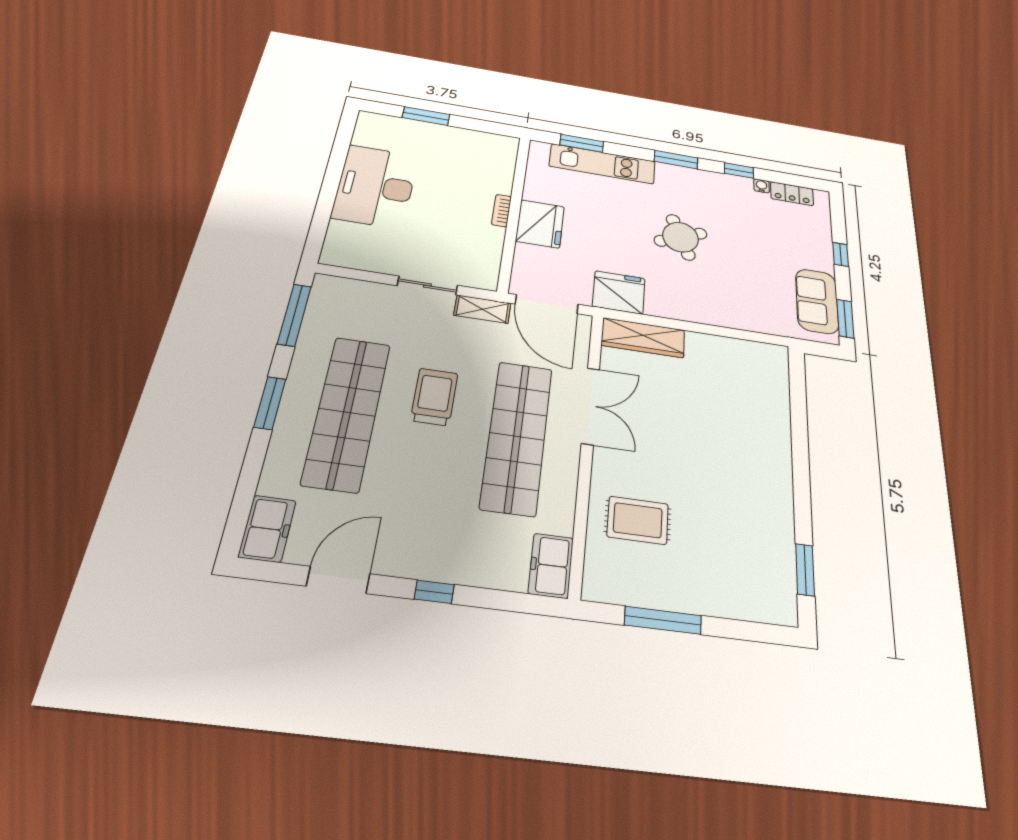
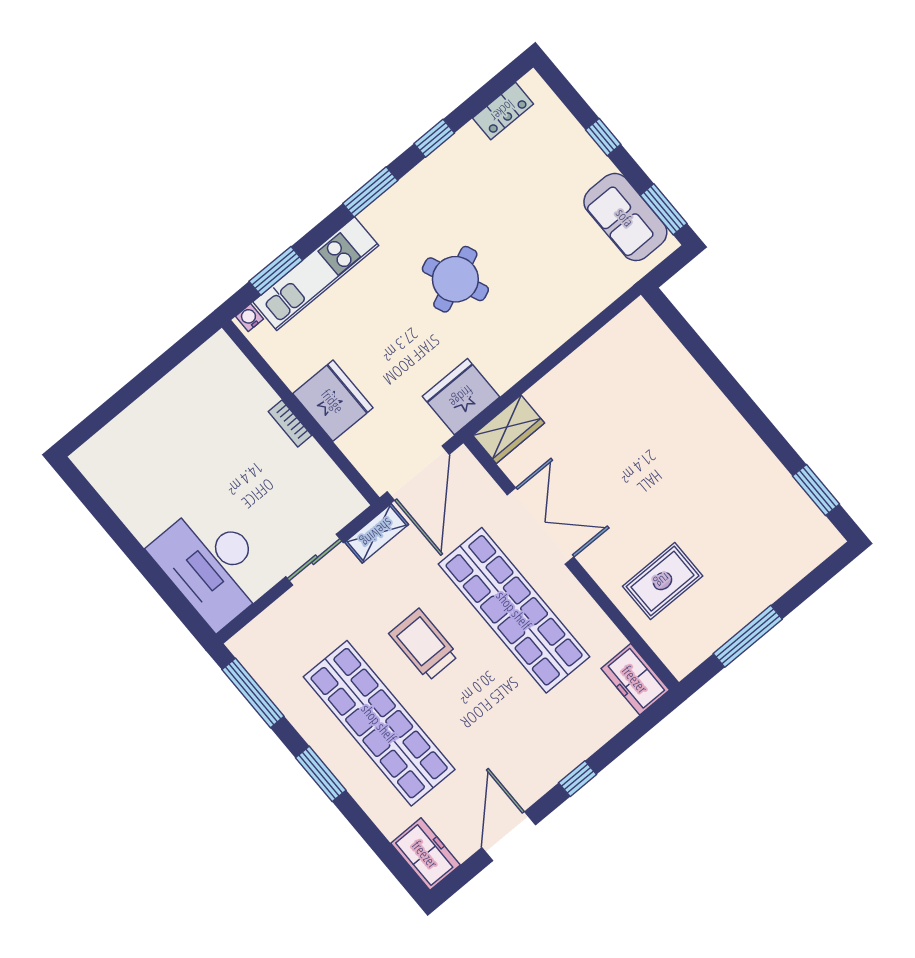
window: (426, 116) -> (124, 398), removed
desk: (375, 186) -> (212, 565), moved
water cooler: (761, 186) -> (249, 318), moved
door: (547, 304) -> (418, 473), hinge flipped
wardrobe: (643, 338) -> (509, 429), width x0.67

